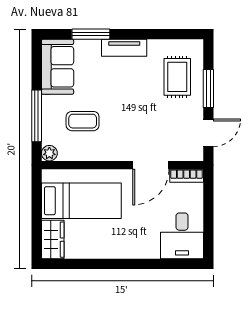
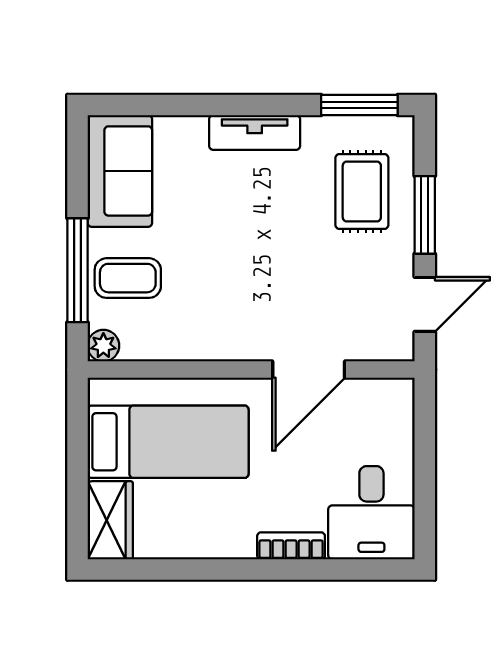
window: (91, 34) -> (359, 105), moved
coffee table: (83, 121) -> (128, 278), moved
bookcase: (187, 176) -> (291, 546), moved, turned 180

